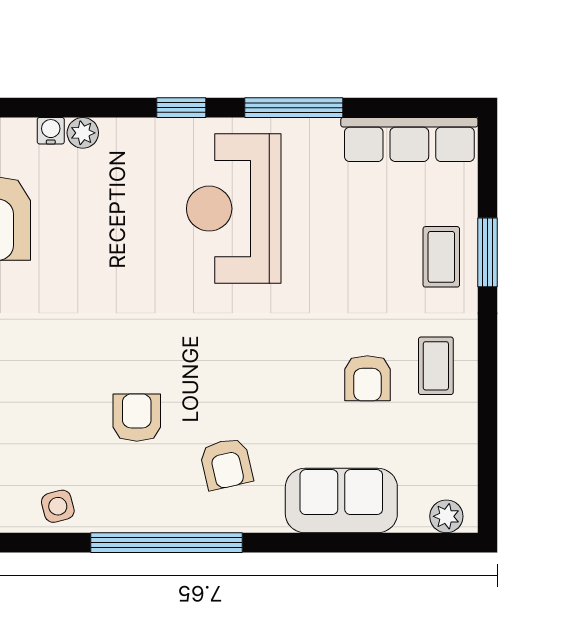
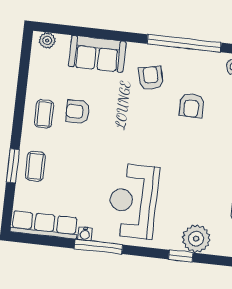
window: (181, 108) -> (181, 256), moved
water cooler: (51, 131) -> (85, 234), moved
plant: (83, 133) -> (196, 239), width x1.87, depth x1.87
reception desk: (234, 209) -> (133, 201), turned 180
armchair: (367, 378) -> (78, 112), turned -90

